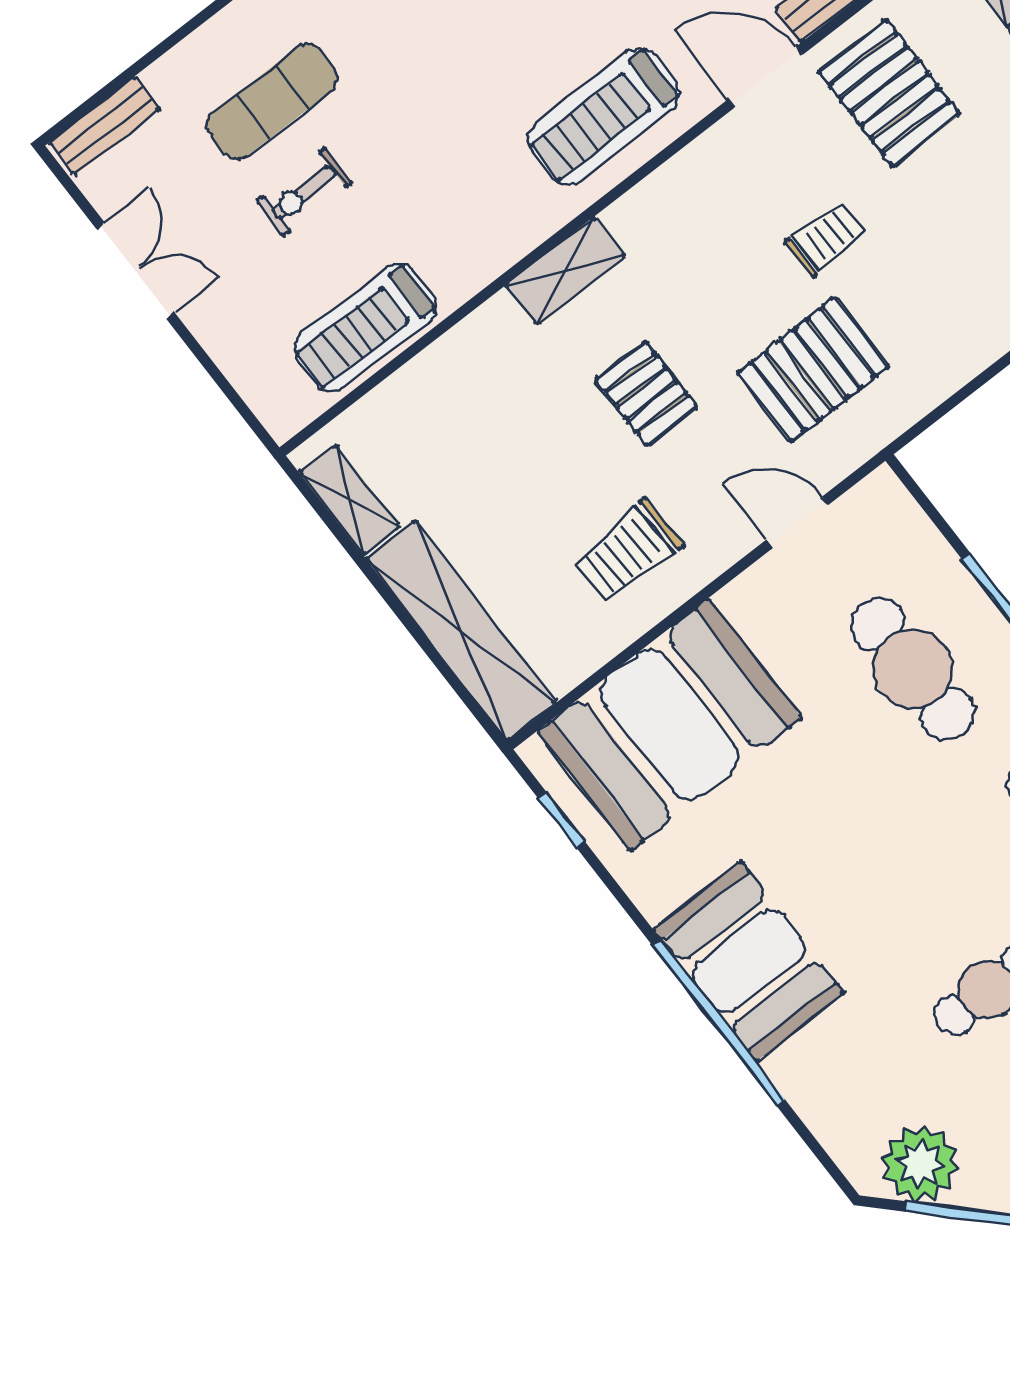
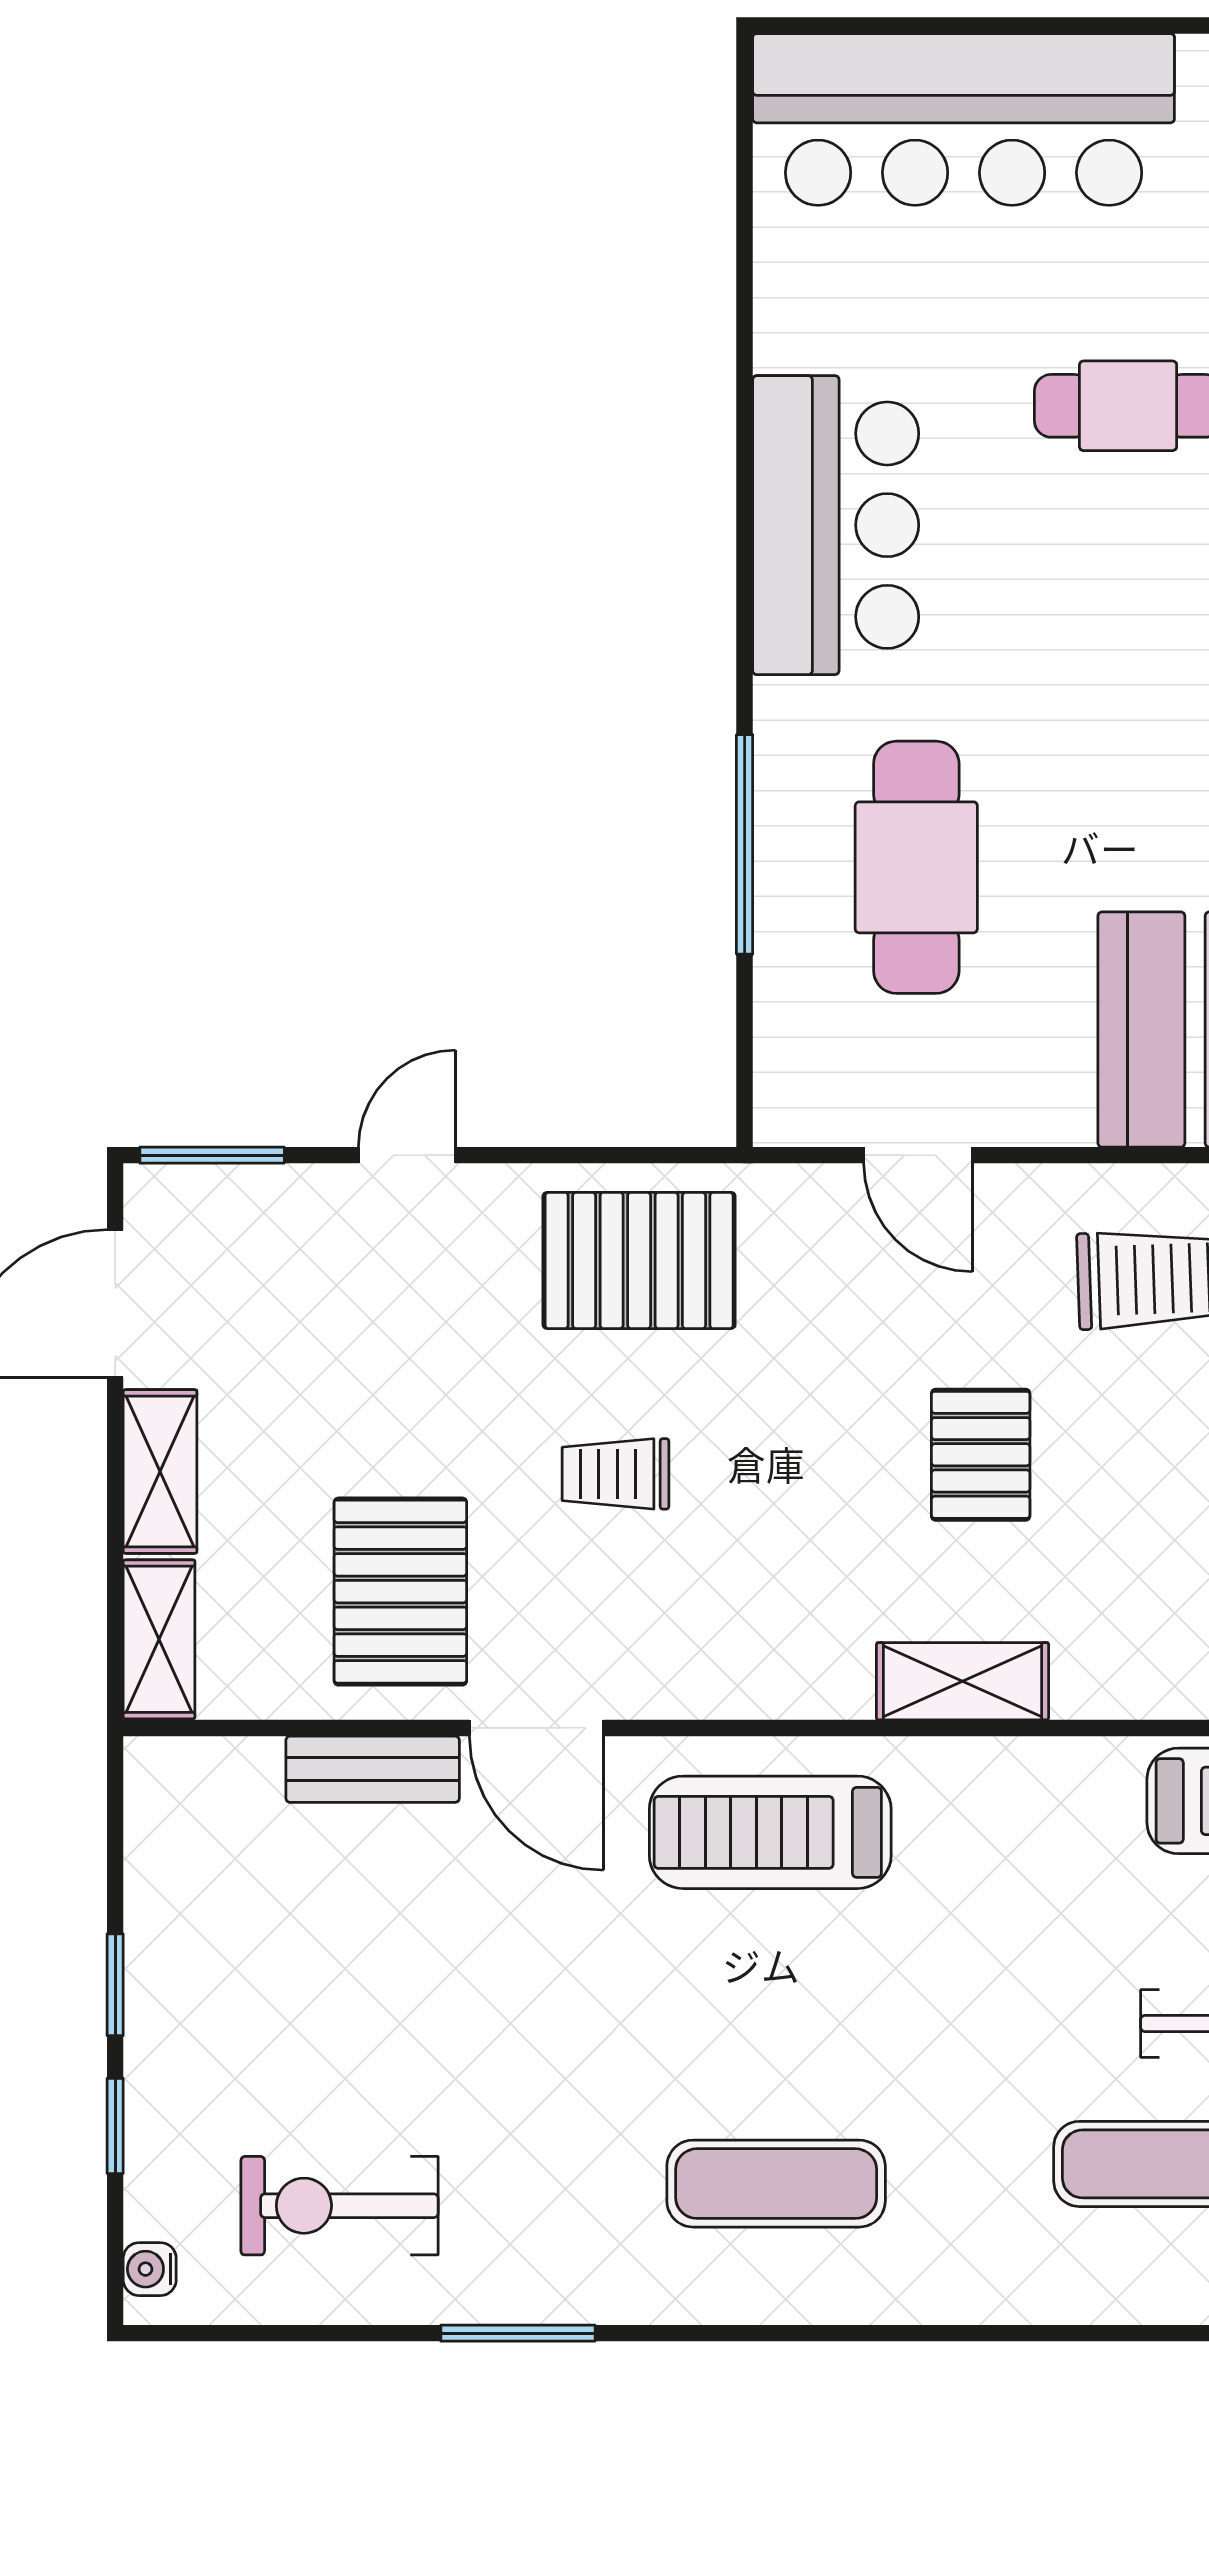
treadmill: (604, 116) -> (770, 1832), turned 180
pallet: (813, 370) -> (639, 1260), moved

